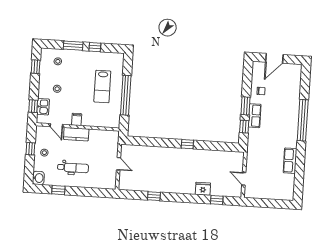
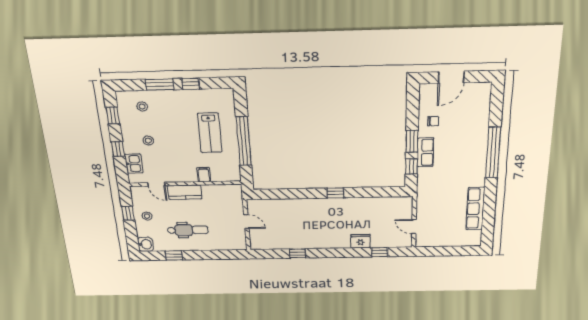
window: (33, 106) -> (118, 149), moved
filing cabinet: (77, 119) -> (204, 175), moved
row of seats: (290, 161) -> (475, 209), width x1.48

